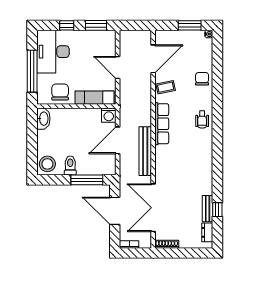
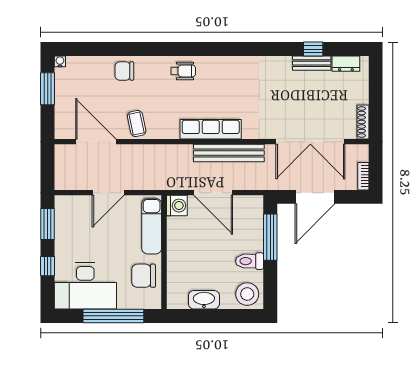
washbasin: (43, 119) -> (204, 300), moved
row of seats: (162, 124) -> (211, 129), moved

